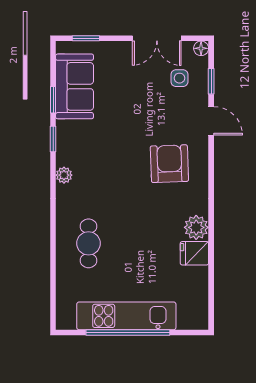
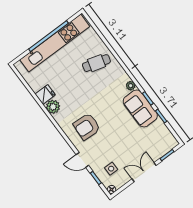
double door: (157, 38) -> (144, 172), moved
sofa: (75, 86) -> (140, 108), moved
armchair: (169, 164) -> (87, 127), turned 95
cafe table: (88, 243) -> (96, 63), turned -74
kitchen unit: (126, 316) -> (55, 43), width x1.36

